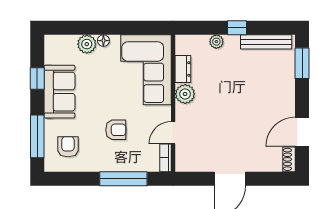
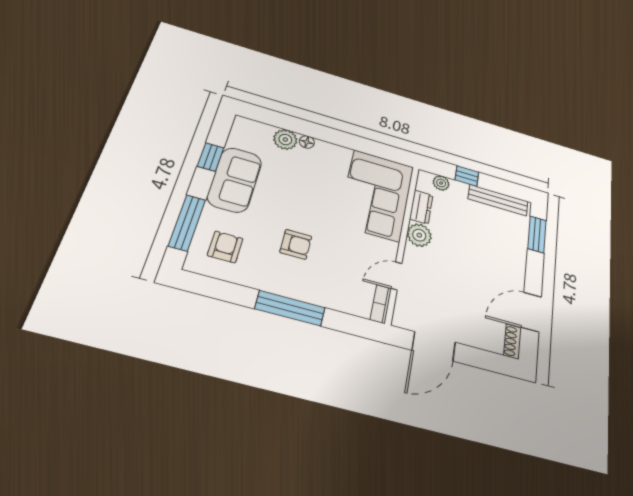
dresser: (183, 69) -> (421, 207), moved
corner sofa: (146, 70) -> (376, 195), moved
plant: (185, 94) -> (419, 235), moved
wall: (173, 103) -> (403, 241), moved
door: (173, 133) -> (396, 276), moved
bookcase: (165, 158) -> (381, 304), moved

